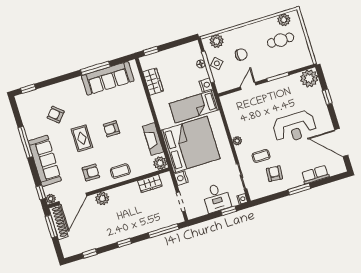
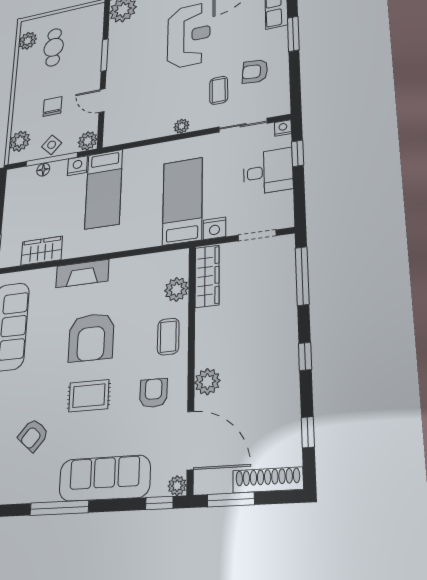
plant: (222, 86) -> (88, 141), added
armchair: (112, 129) -> (91, 337), width x1.88, depth x1.88
fireplace: (153, 139) -> (82, 274), moved
bed: (190, 145) -> (182, 201), width x0.49
plant: (160, 163) -> (177, 289), moved
wardrobe: (150, 183) -> (207, 276), width x1.50
shoe rack: (58, 222) -> (268, 480), moved

